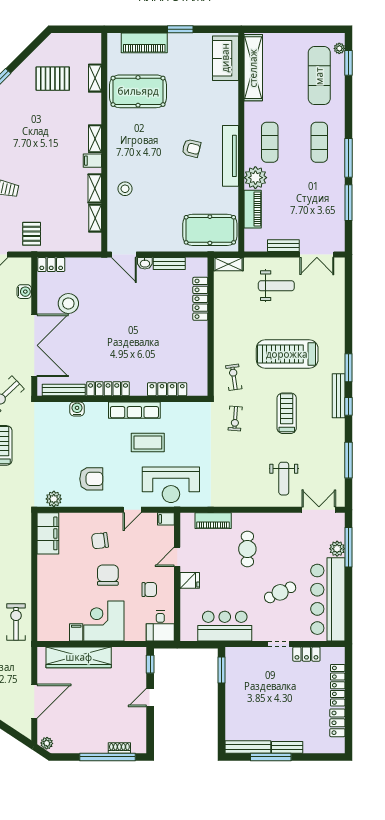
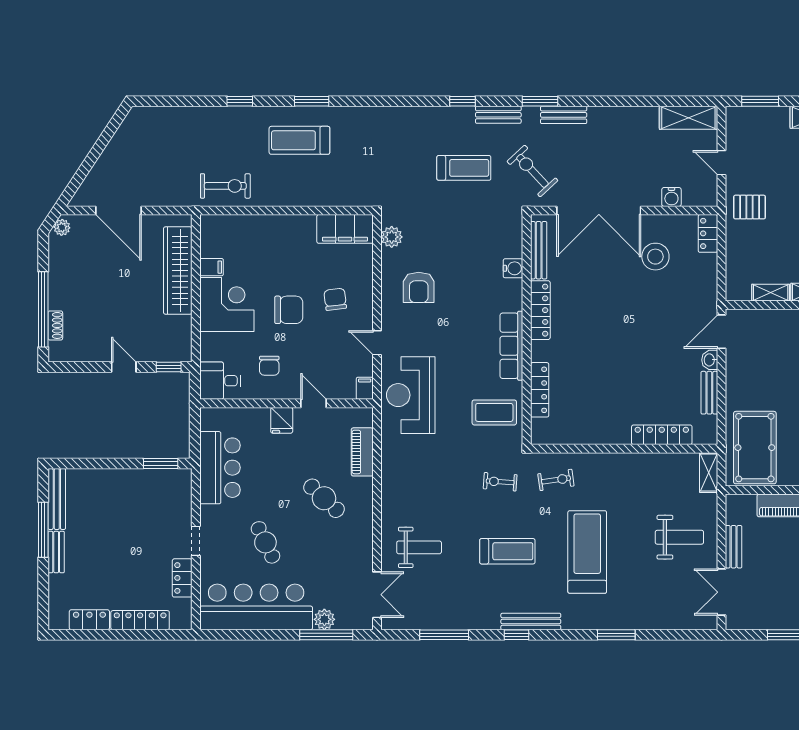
weight bench: (276, 286) -> (679, 537), turned -90
window: (348, 368) -> (616, 635), moved
coffee table: (148, 443) -> (494, 412), moved, turned 90
weight bench: (284, 479) -> (419, 547), turned 180
cafe table: (247, 549) -> (324, 498), turned 43

